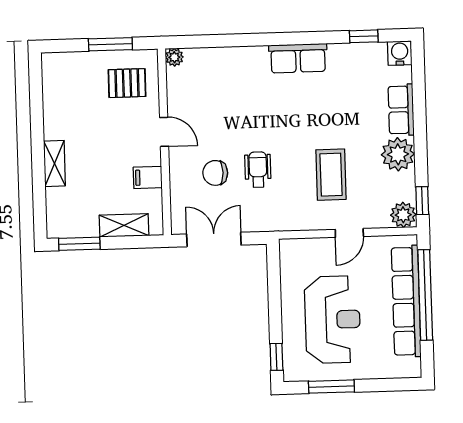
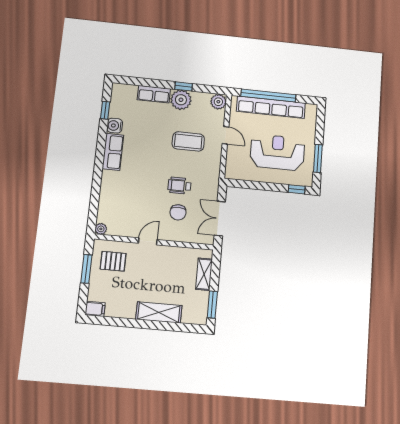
water cooler: (400, 53) -> (115, 126), moved
pallet: (127, 83) -> (113, 261), turned 90
shelving: (55, 163) -> (159, 312), width x1.50, depth x1.33
filing cabinet: (148, 177) -> (95, 309), moved, turned -90
window: (422, 201) -> (184, 86), moved

